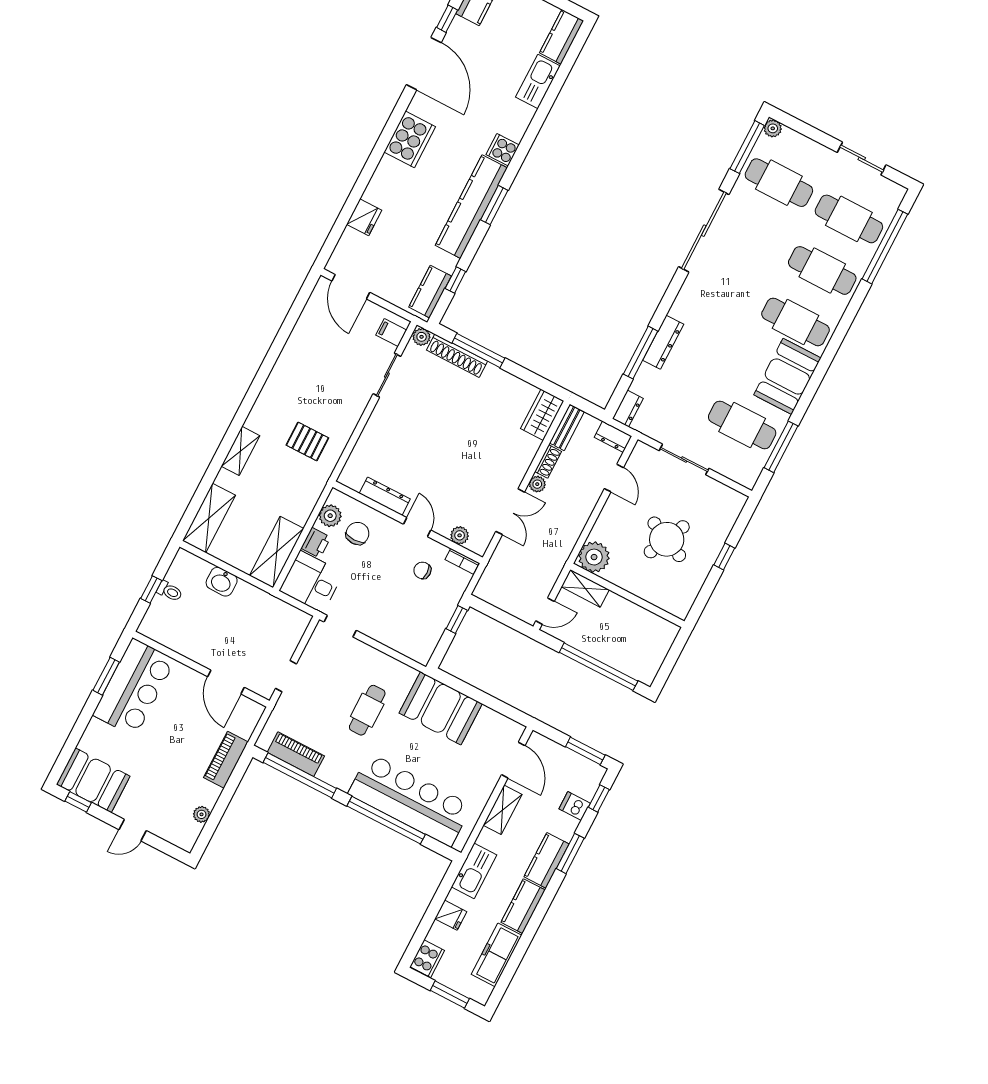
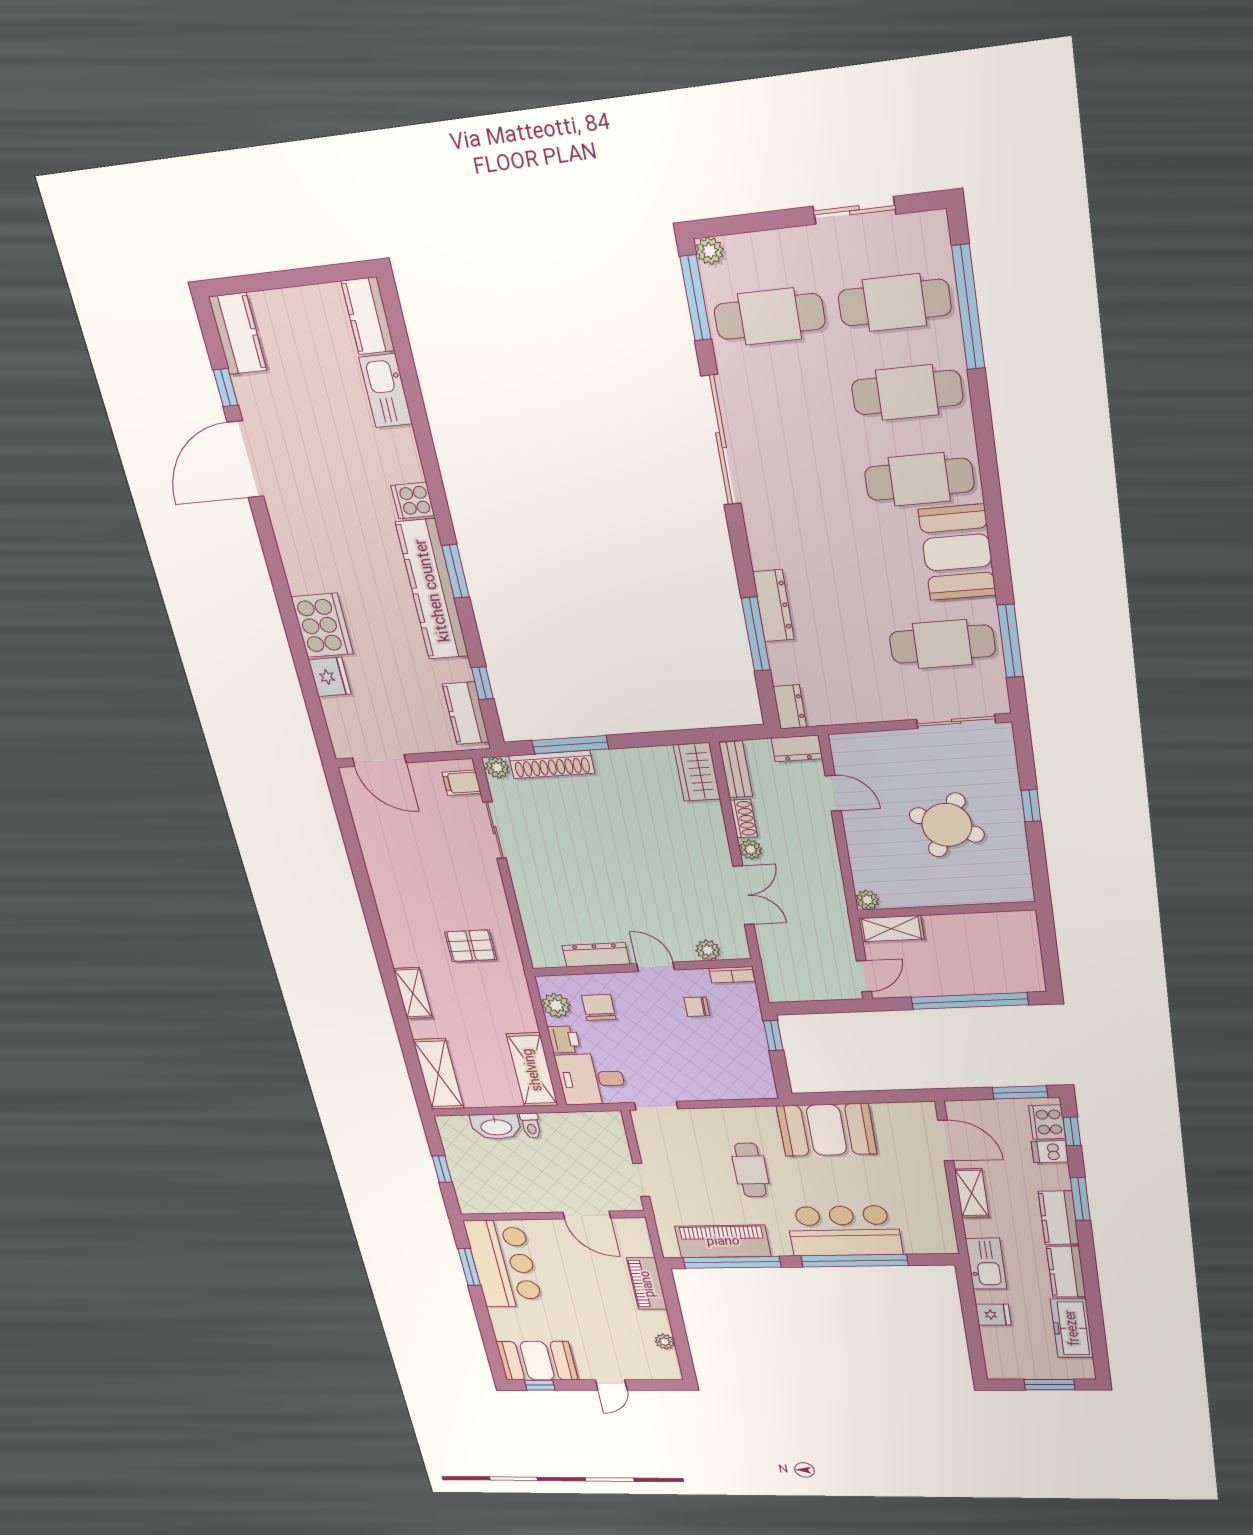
door: (424, 64) -> (245, 459), swing flipped
cooker: (410, 139) -> (322, 625), moved
sliding door: (684, 459) -> (956, 721), moved
plant: (594, 557) -> (867, 900), width x0.53, depth x0.53
washbasin: (222, 582) -> (496, 1127), width x1.38
toilet: (170, 591) -> (531, 1126), moved, turned 90
piano: (296, 754) -> (723, 1241), width x1.37, depth x1.33
bar counter: (410, 800) -> (844, 1231), width x0.73
cooker: (427, 959) -> (1047, 1122), moved, turned 180

